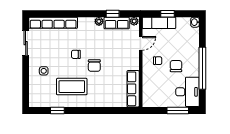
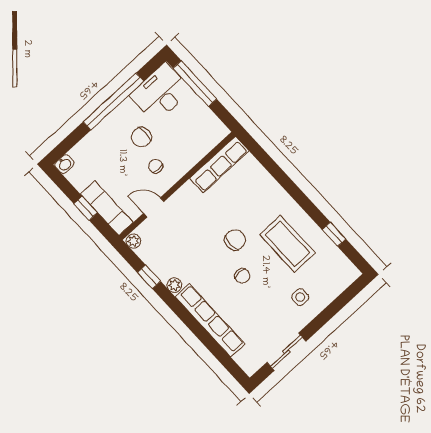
row of seats: (53, 23) -> (210, 320), moved
row of seats: (117, 23) -> (156, 261), removed
window: (178, 110) -> (195, 84), width x1.44

